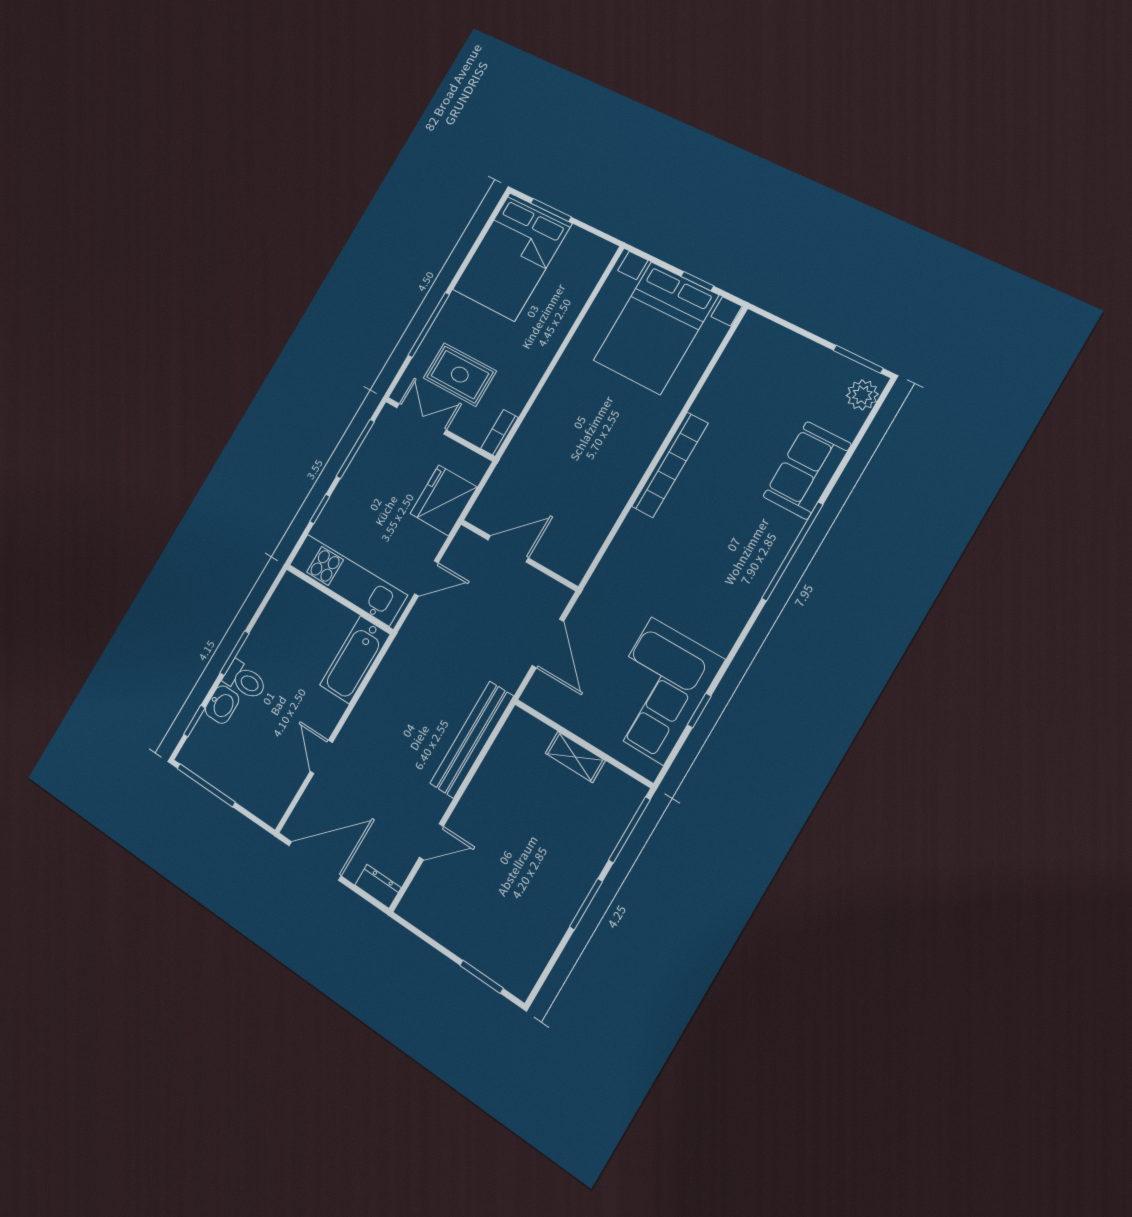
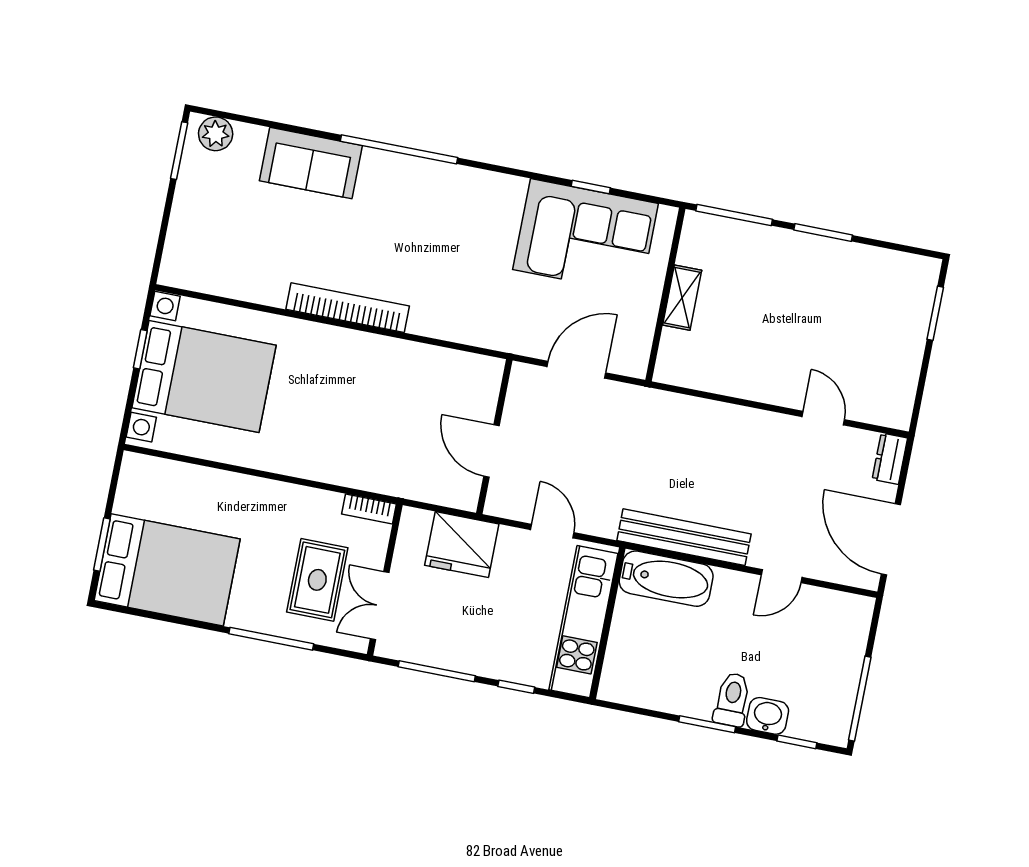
bench: (472, 740) -> (684, 537), moved

